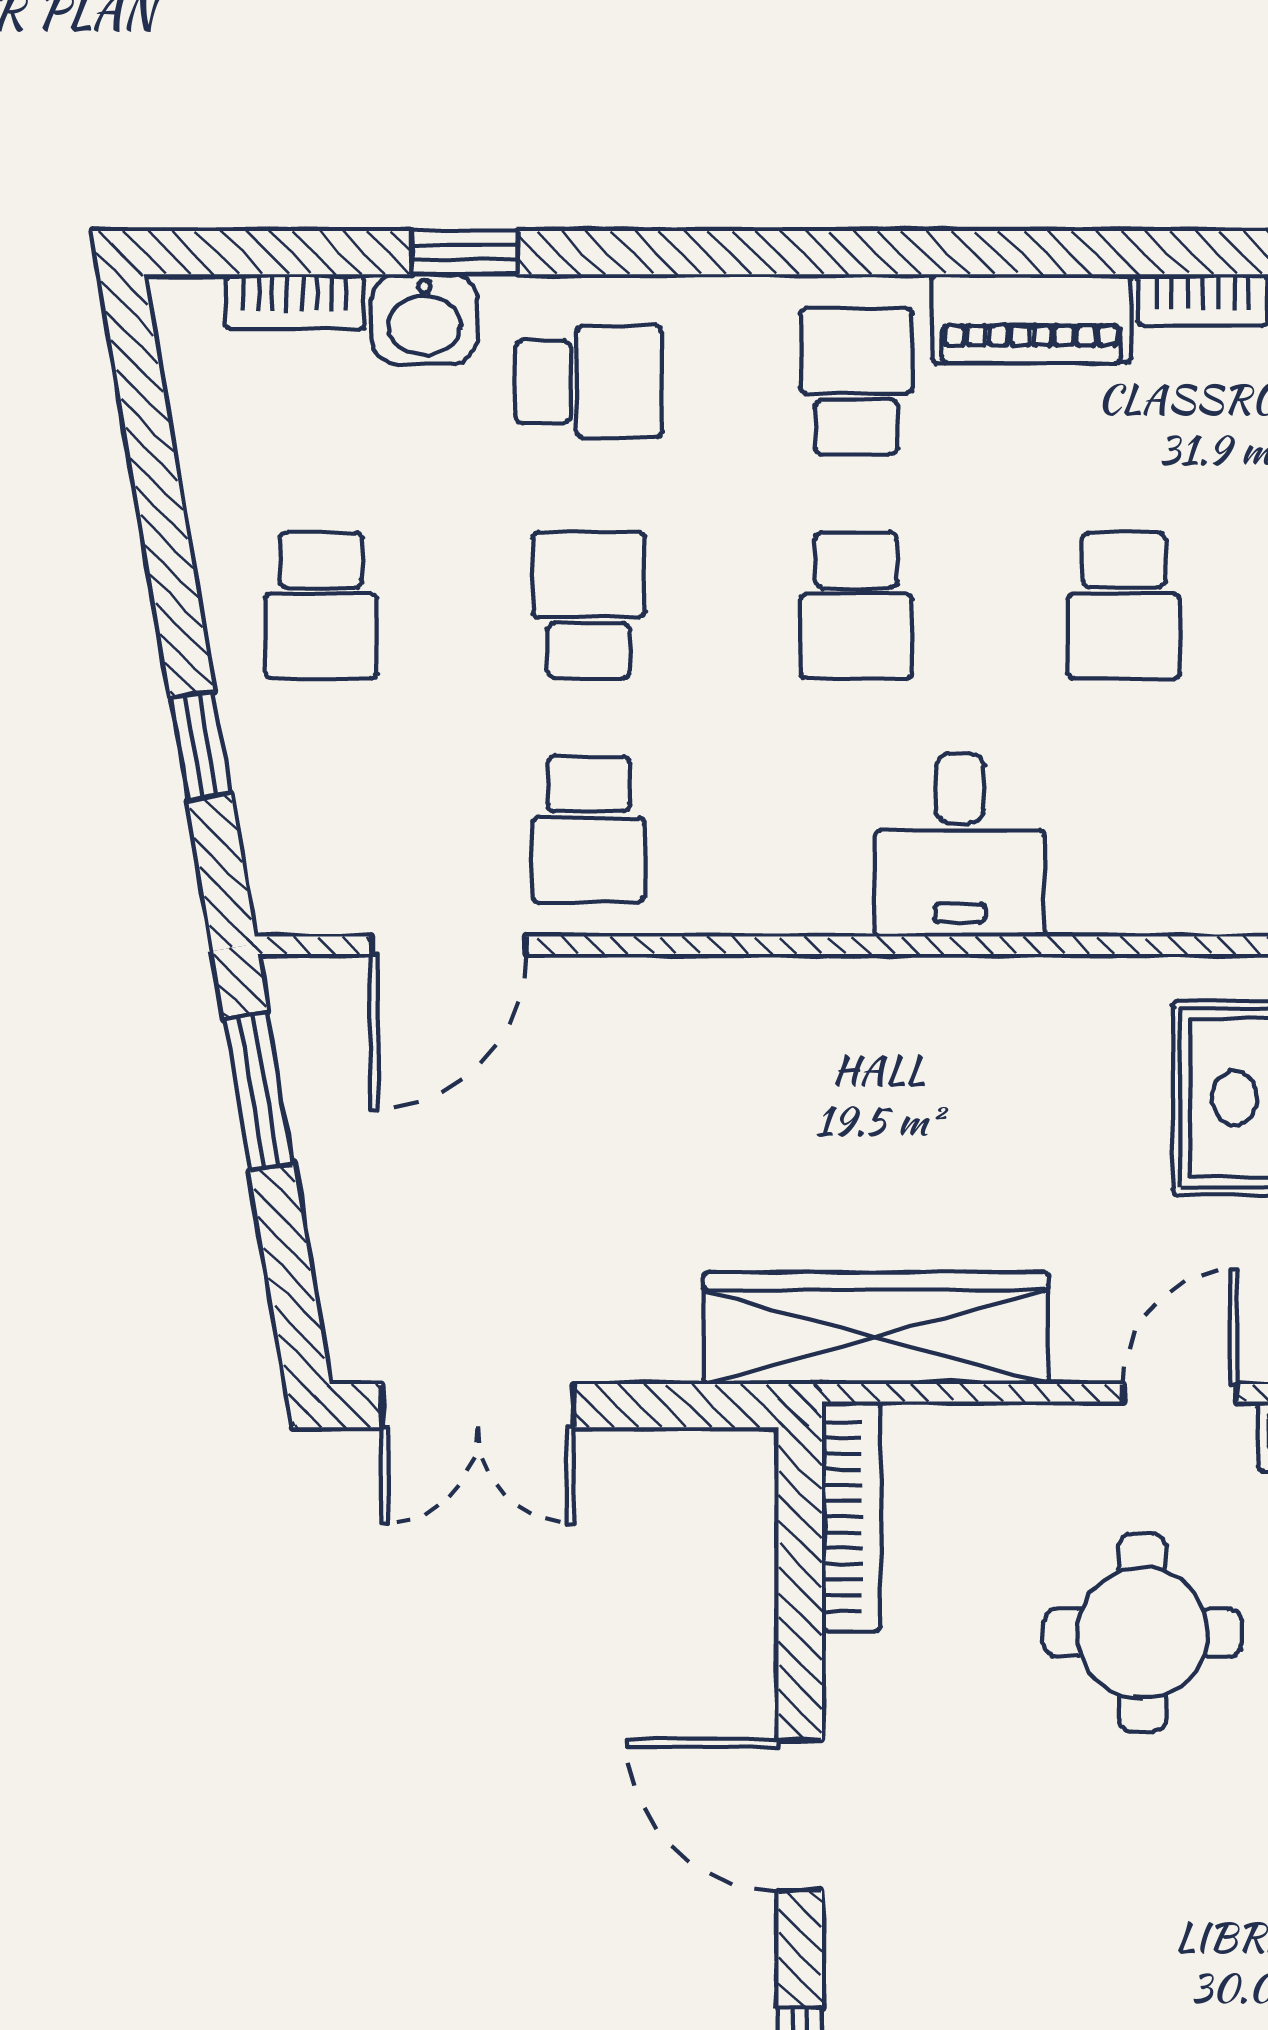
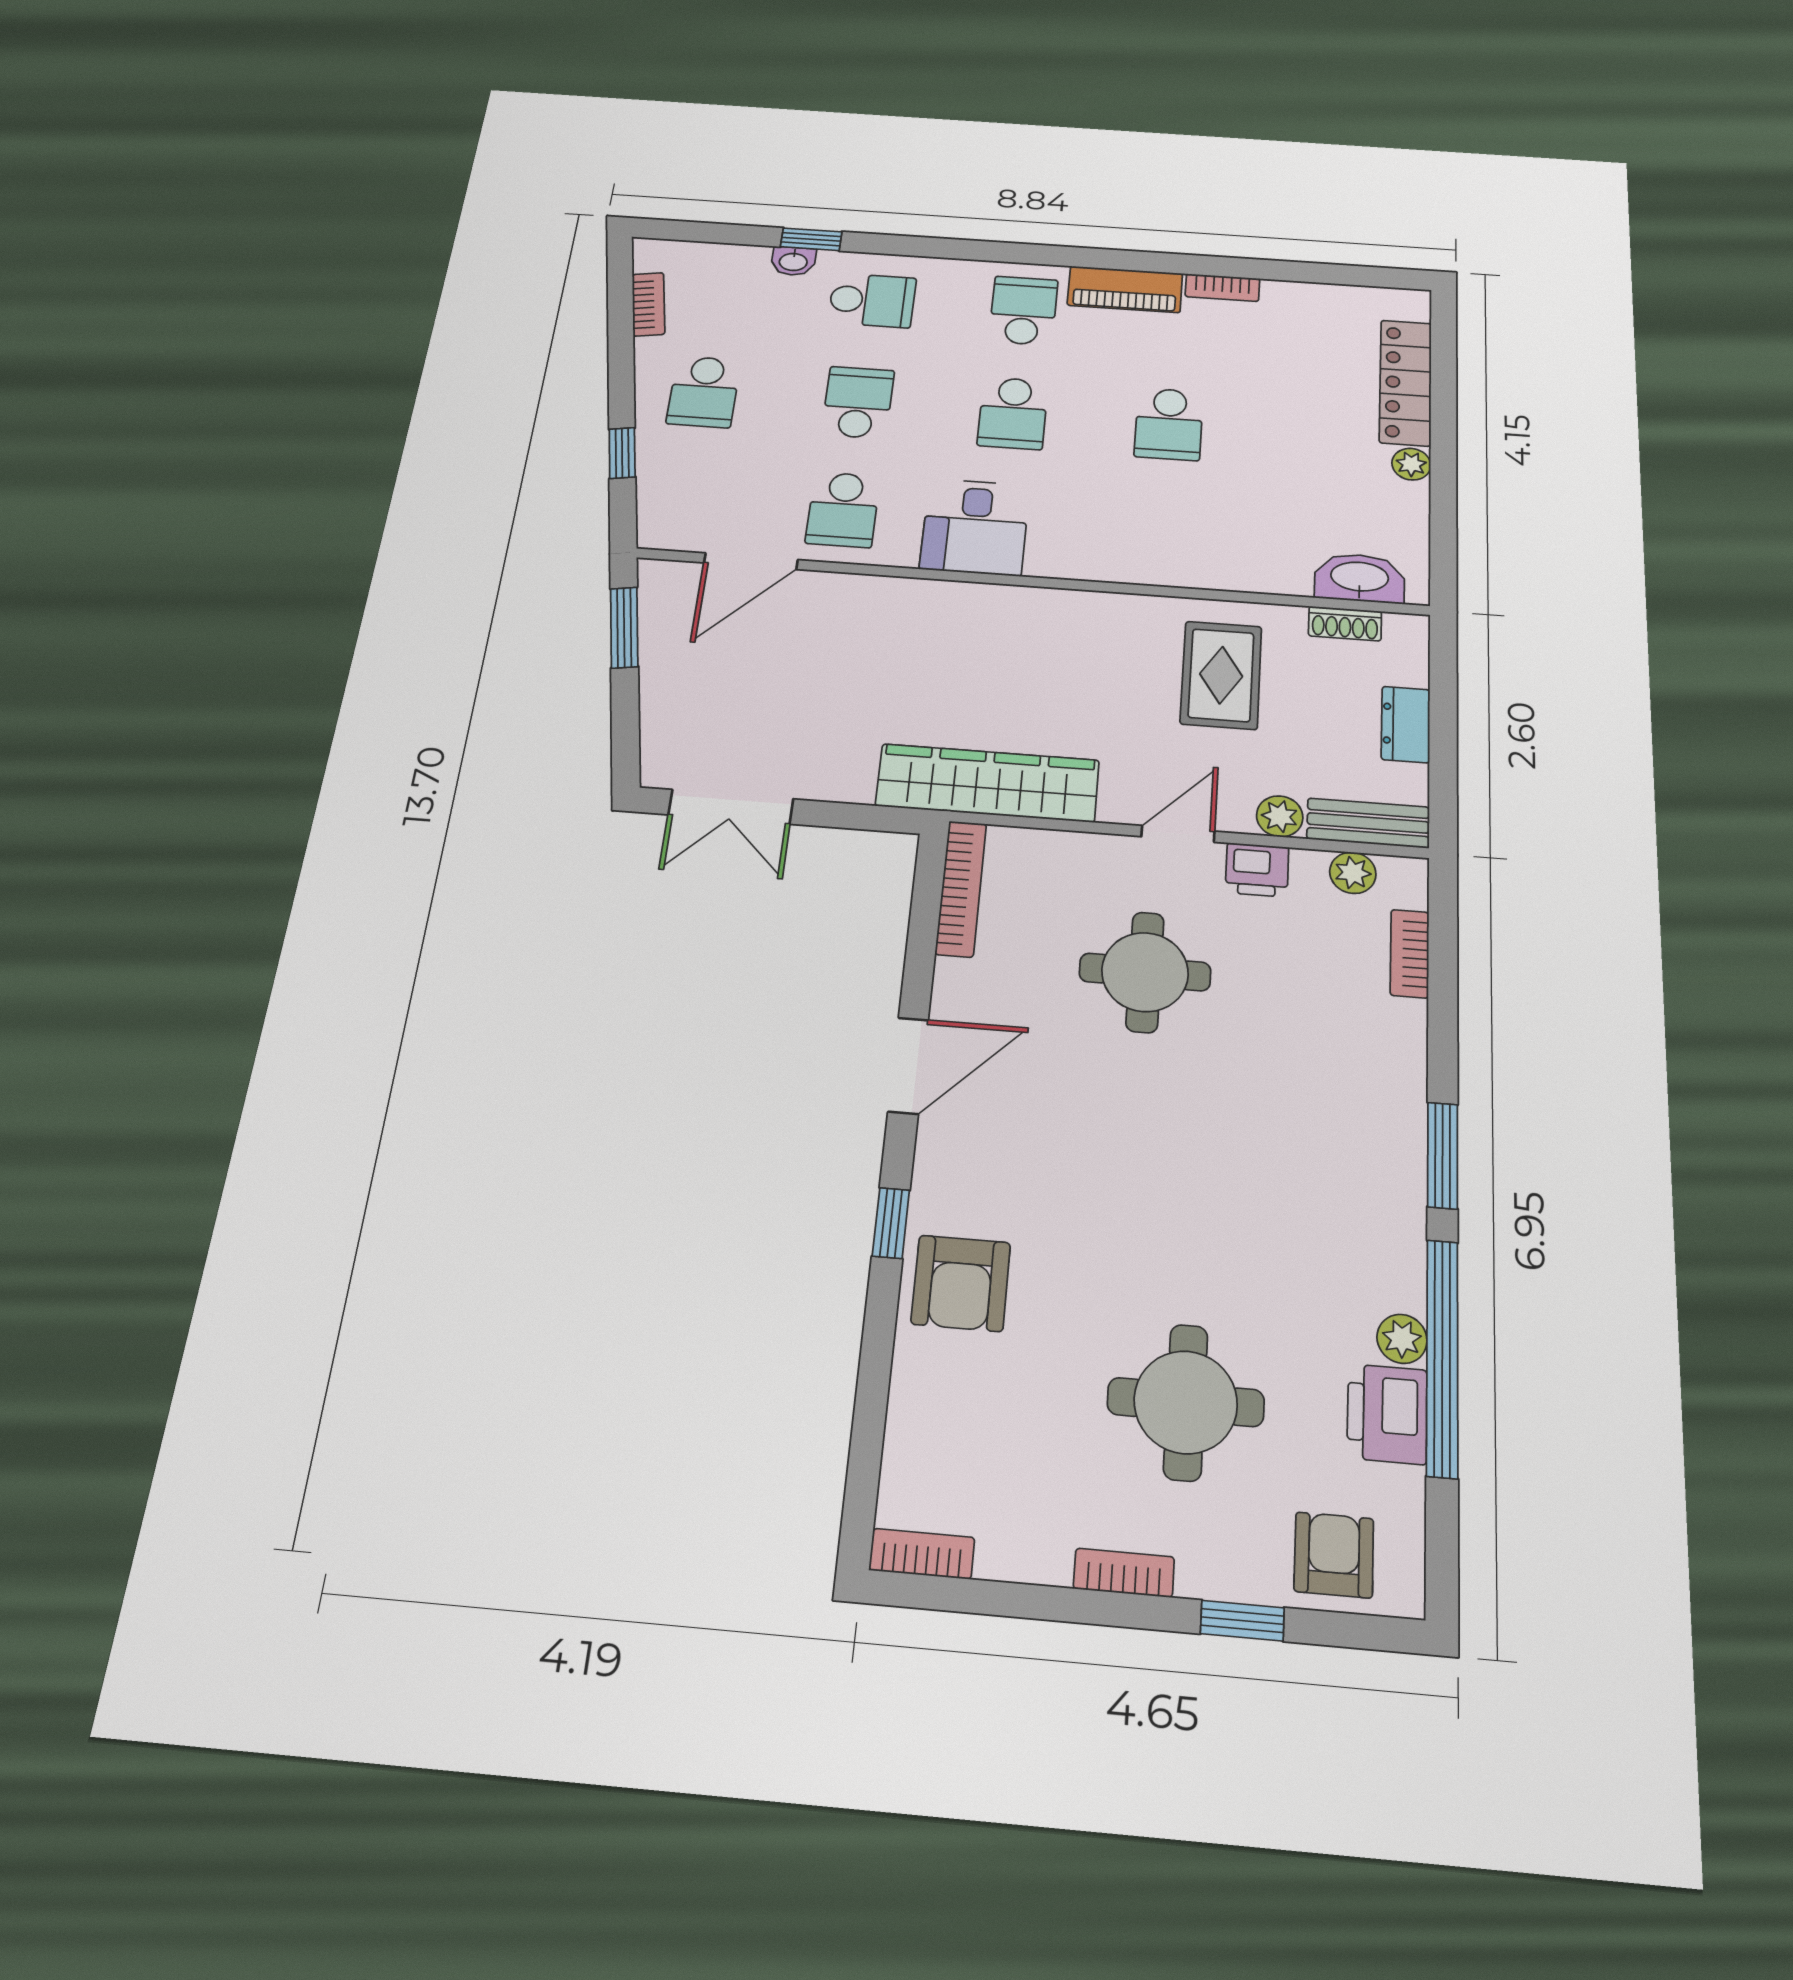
bookcase: (295, 302) -> (648, 304), moved, turned -100
washbasin: (424, 319) -> (793, 261), width x0.72, depth x0.69
desk: (960, 845) -> (975, 527), moved
door: (800, 1815) -> (908, 1066), swing flipped

